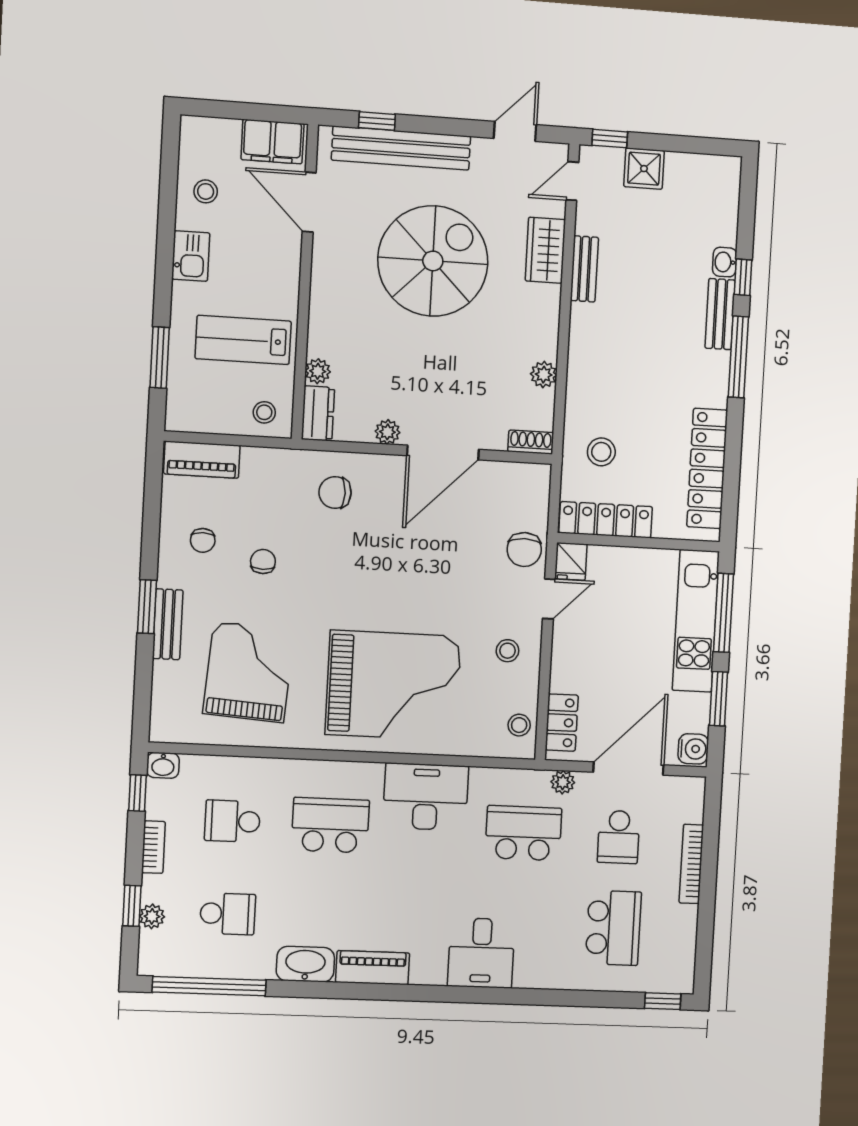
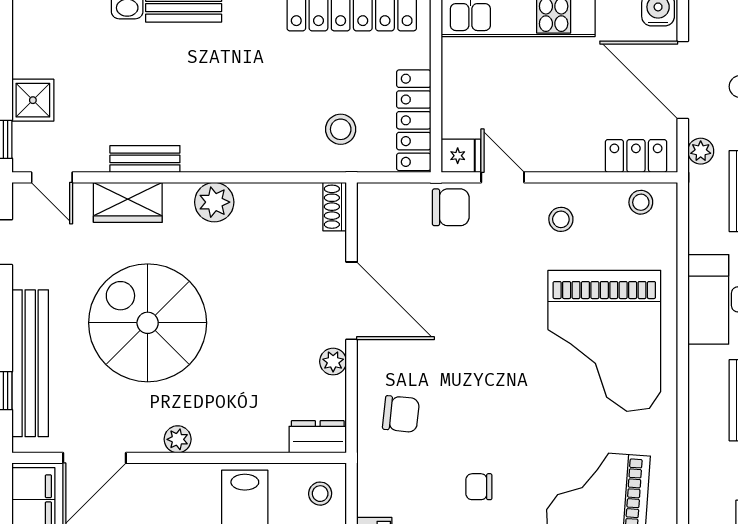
plant: (318, 371) -> (178, 439), moved
plant: (544, 375) -> (214, 202), moved, width x1.38, depth x1.38
chair: (335, 493) -> (401, 414), turned -84
grand piano: (393, 685) -> (604, 341), turned 180

